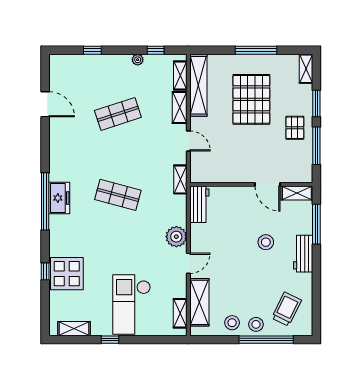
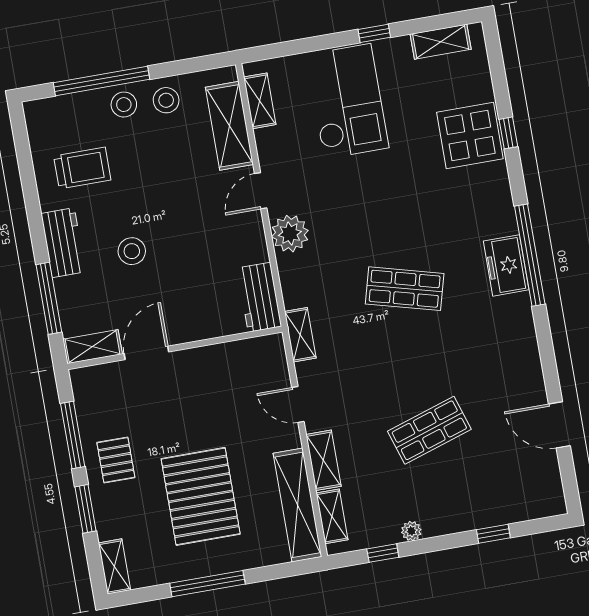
door: (267, 184) -> (146, 353), hinge flipped
trolley: (287, 309) -> (82, 168), moved, turned -116

